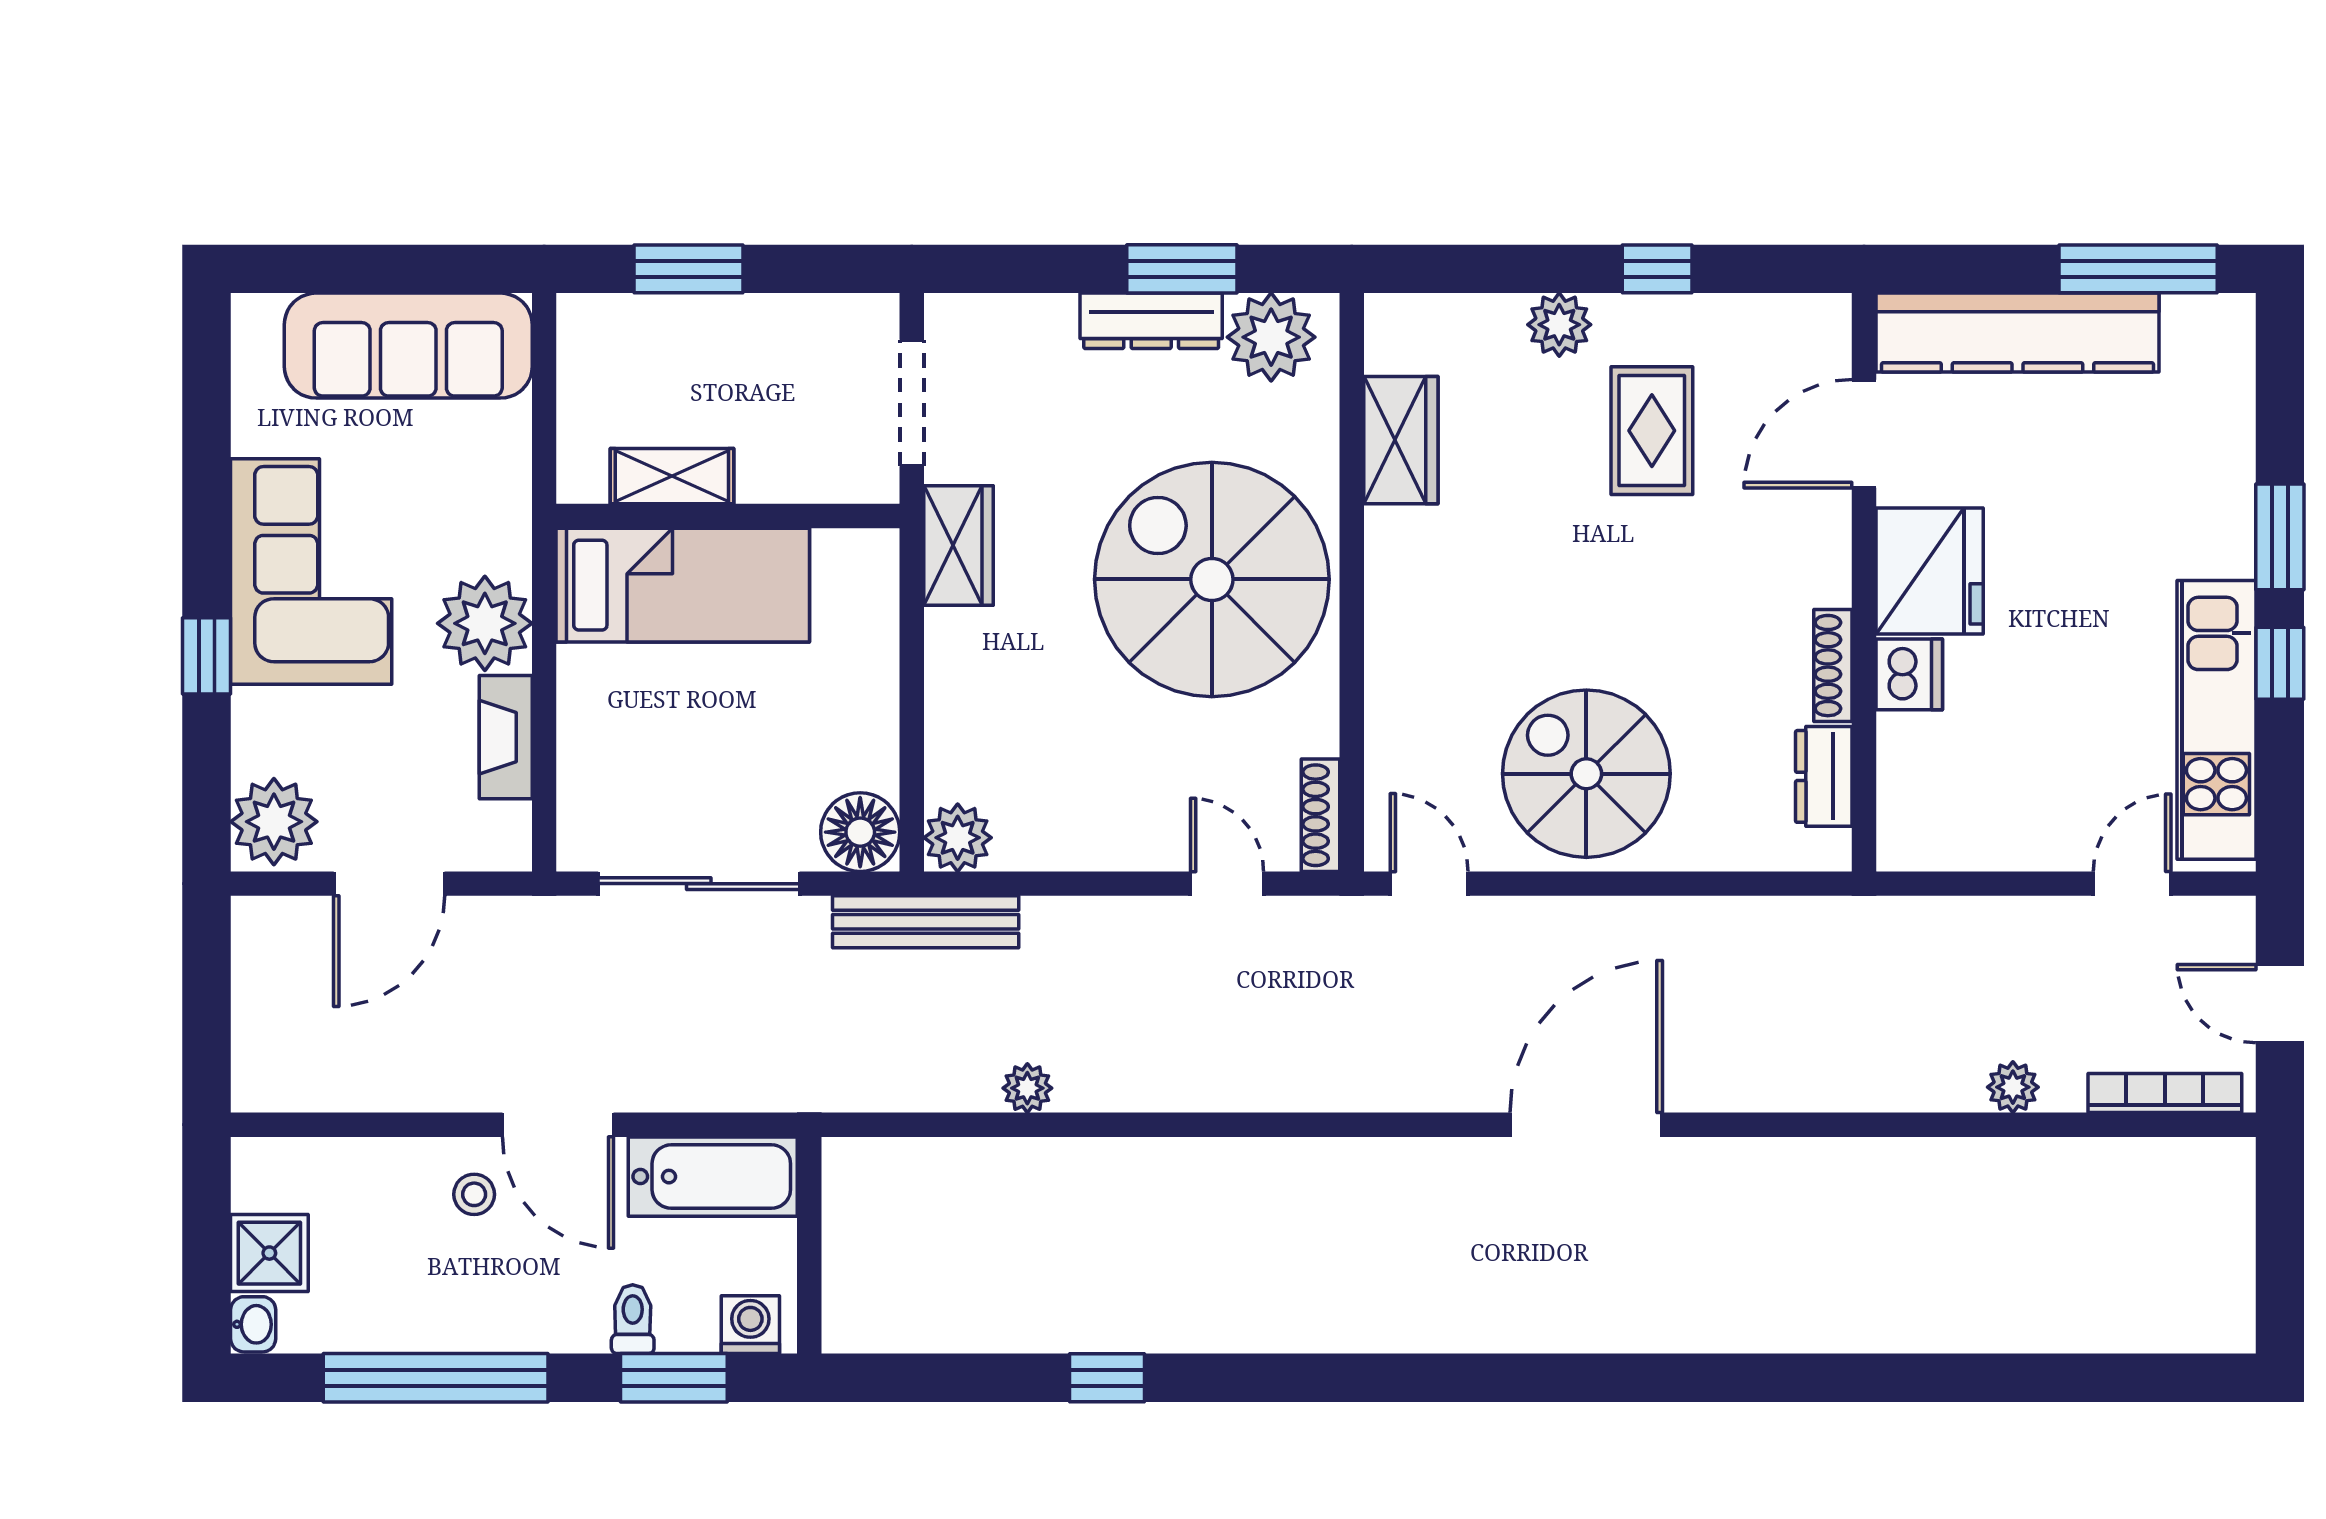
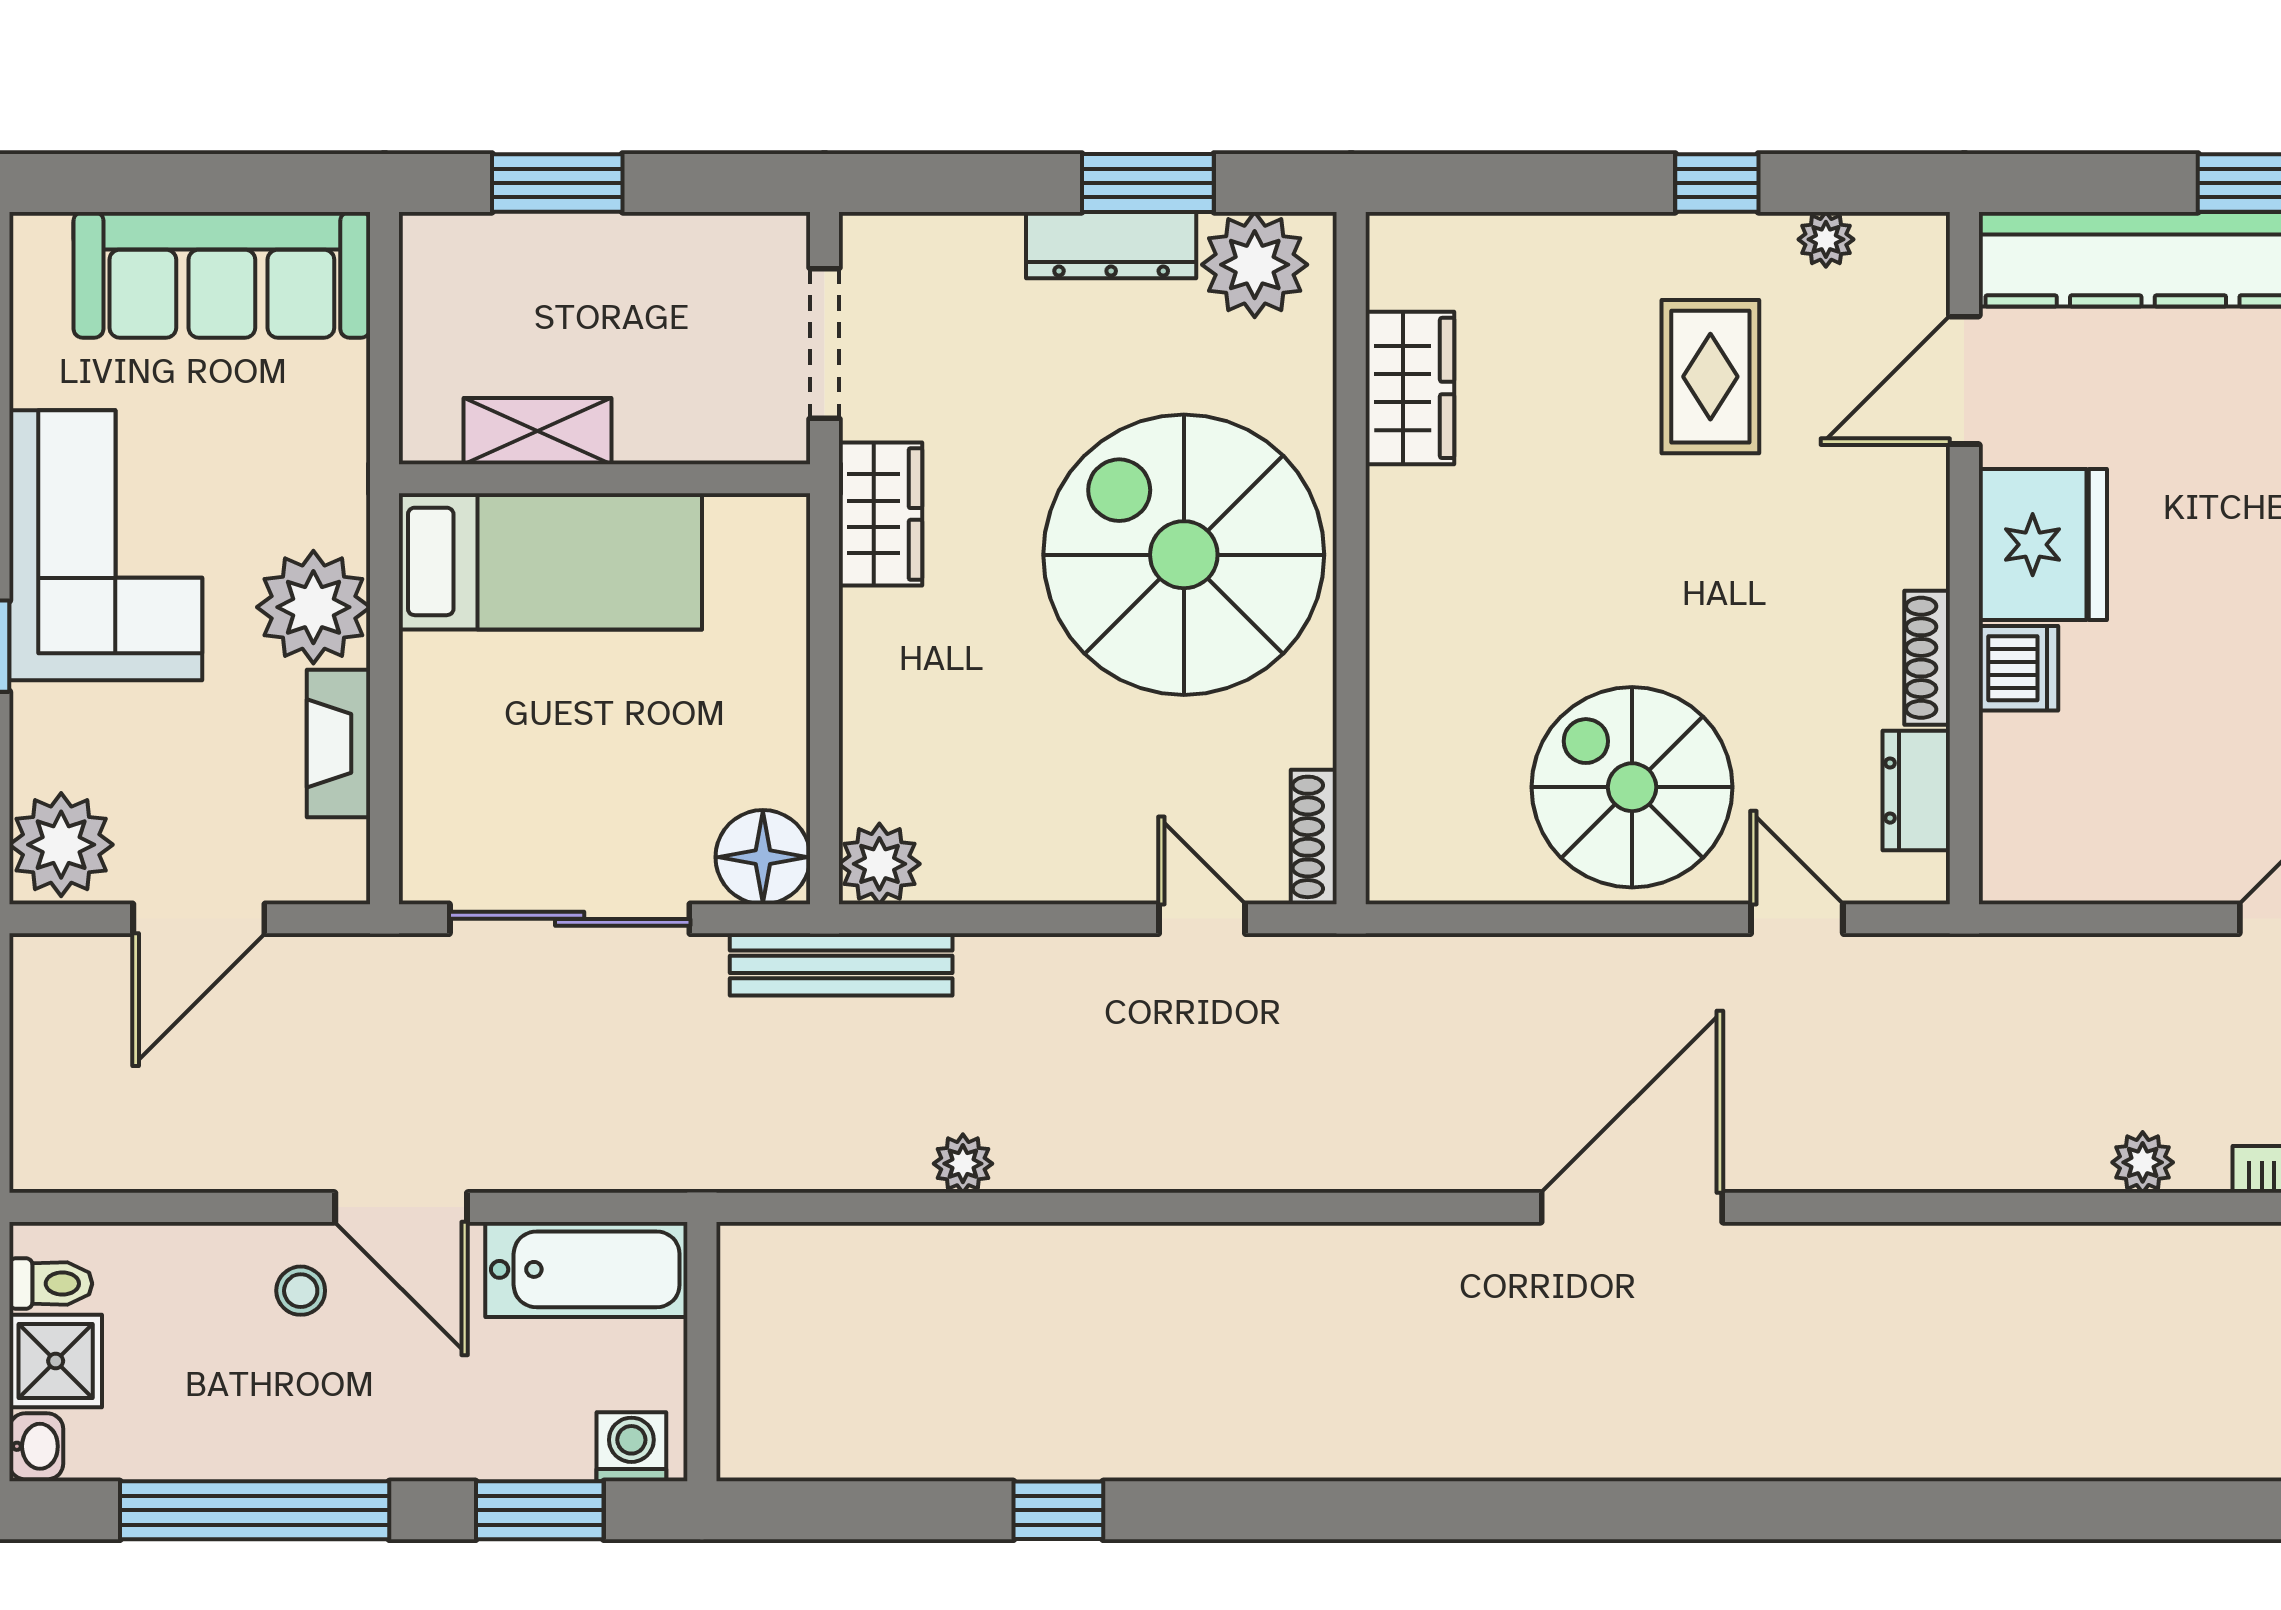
plant: (1559, 325) -> (1826, 239), moved, width x0.73, depth x0.73
door: (1429, 884) -> (1797, 919), moved
toilet: (633, 1319) -> (51, 1284), moved, turned 90

